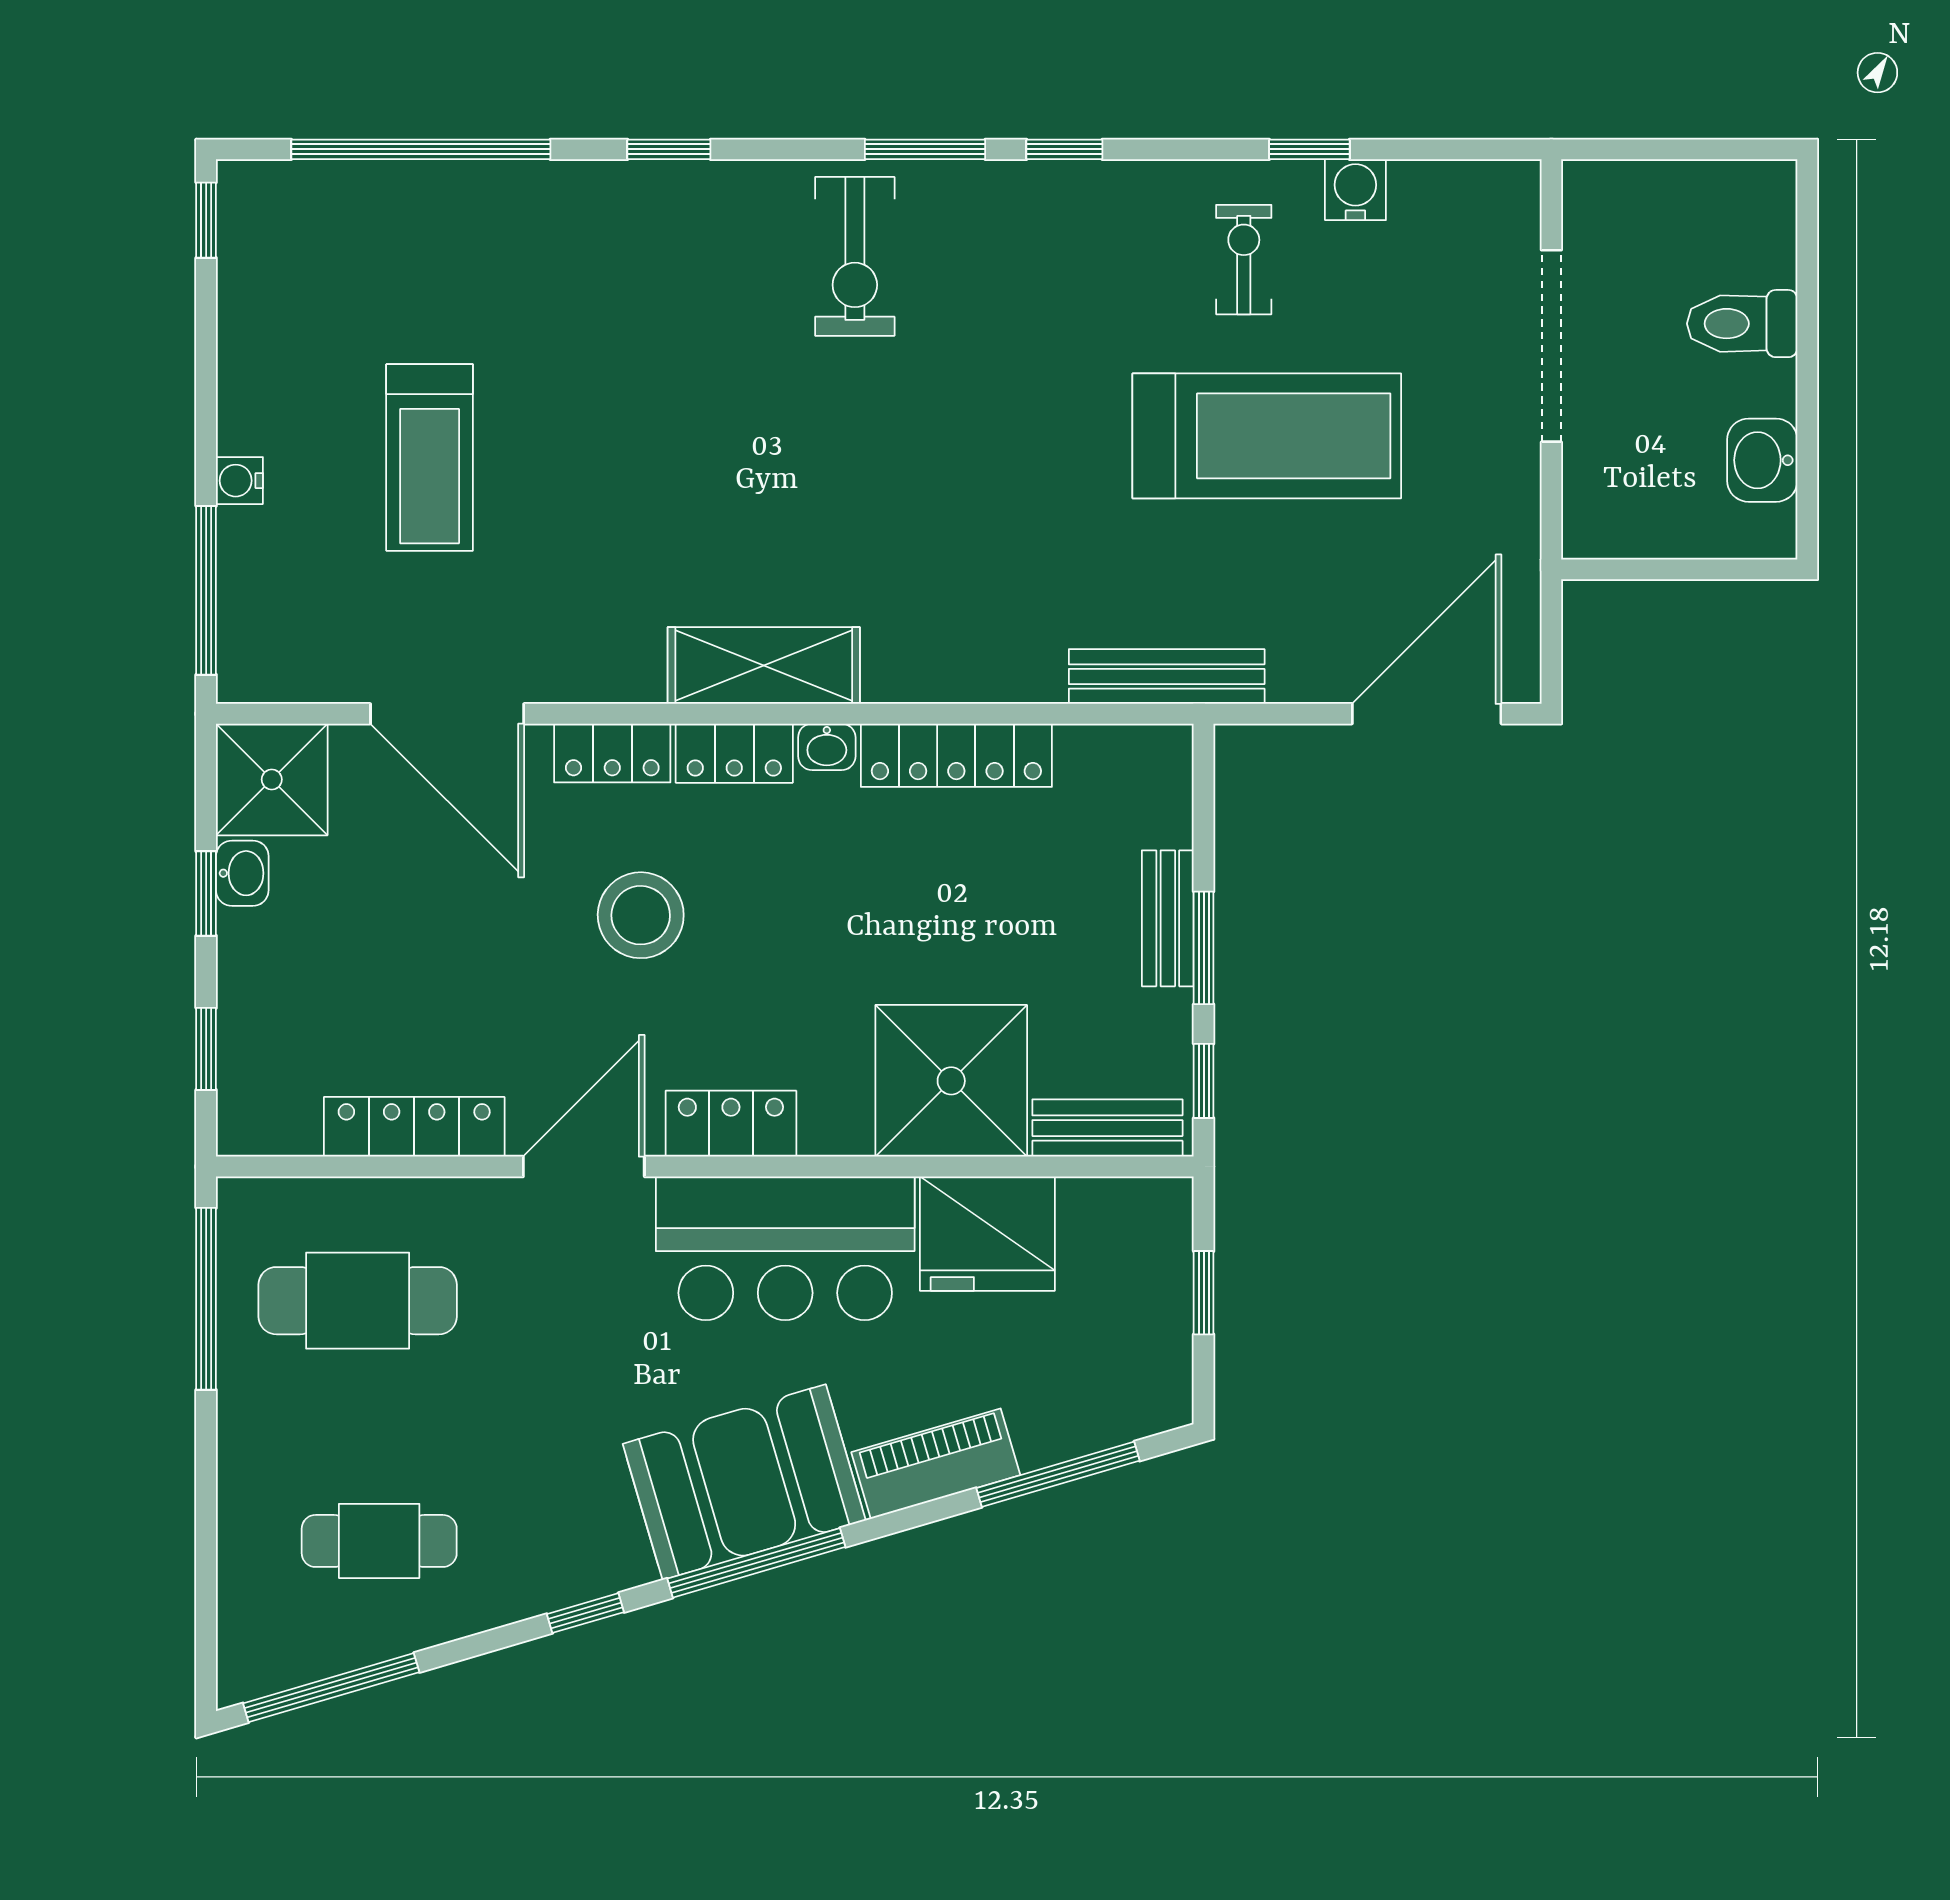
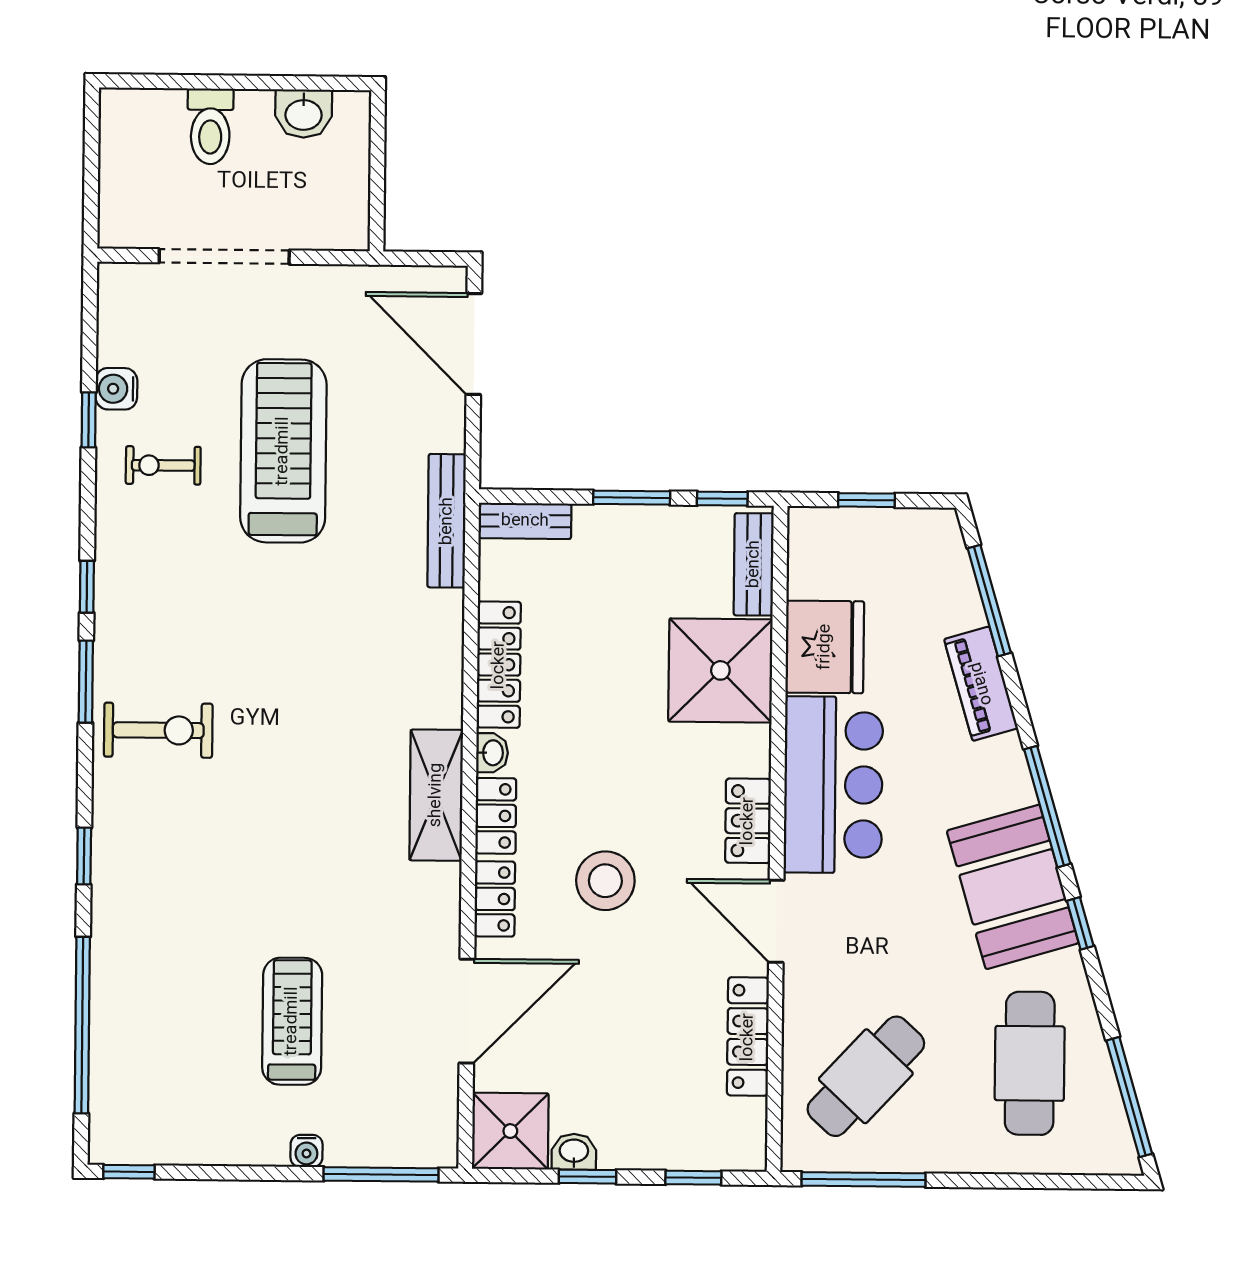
treadmill: (430, 457) -> (292, 1021), turned -90
bench: (1168, 918) -> (525, 521), moved
cafe table: (358, 1301) -> (866, 1076), turned 43
booth: (744, 1482) -> (1013, 887), moved
cafe table: (379, 1541) -> (1030, 1063), width x1.37, depth x1.35

